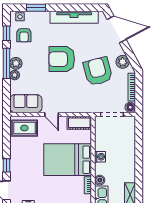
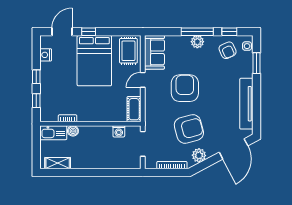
armchair: (24, 35) -> (228, 50), turned -114
armchair: (62, 59) -> (185, 88), moved
plant: (15, 75) -> (185, 40), removed
floor lamp: (130, 107) -> (151, 164), removed
washing machine: (100, 157) -> (119, 131), moved
bed: (68, 160) -> (94, 61), moved, turned 180

